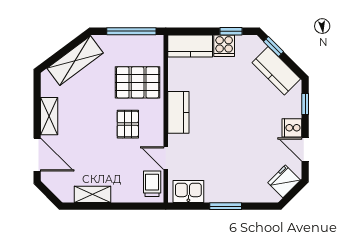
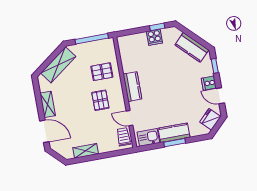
kitchen counter: (190, 46) -> (174, 133), moved, turned 180
window: (273, 47) -> (187, 32), removed
pallet: (138, 82) -> (102, 72), width x0.67, depth x0.71

